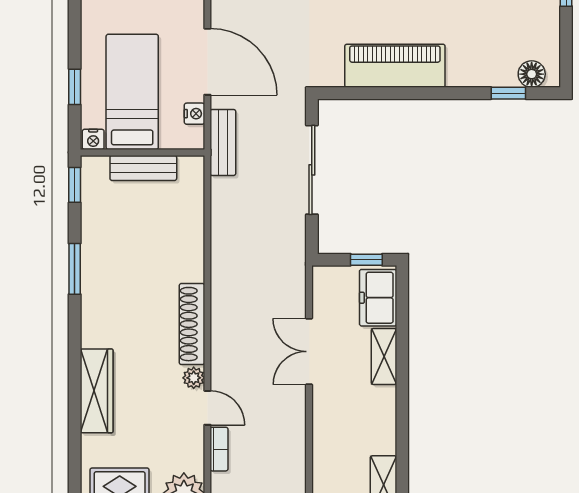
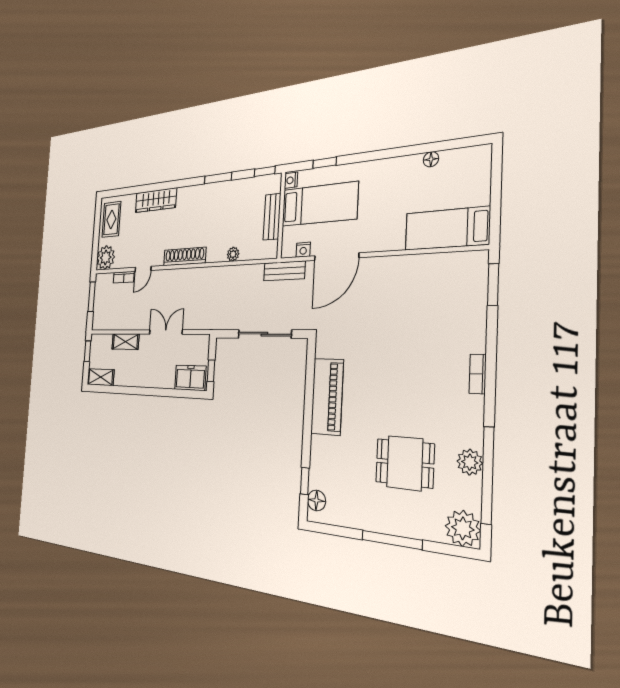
shelving: (384, 356) -> (125, 342), moved
plant: (194, 378) -> (233, 254), moved

